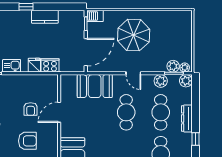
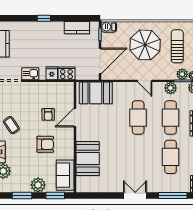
kitchen counter: (45, 17) -> (77, 28), moved
sun lounger: (168, 37) -> (177, 46), added
booth: (95, 86) -> (96, 93), moved

